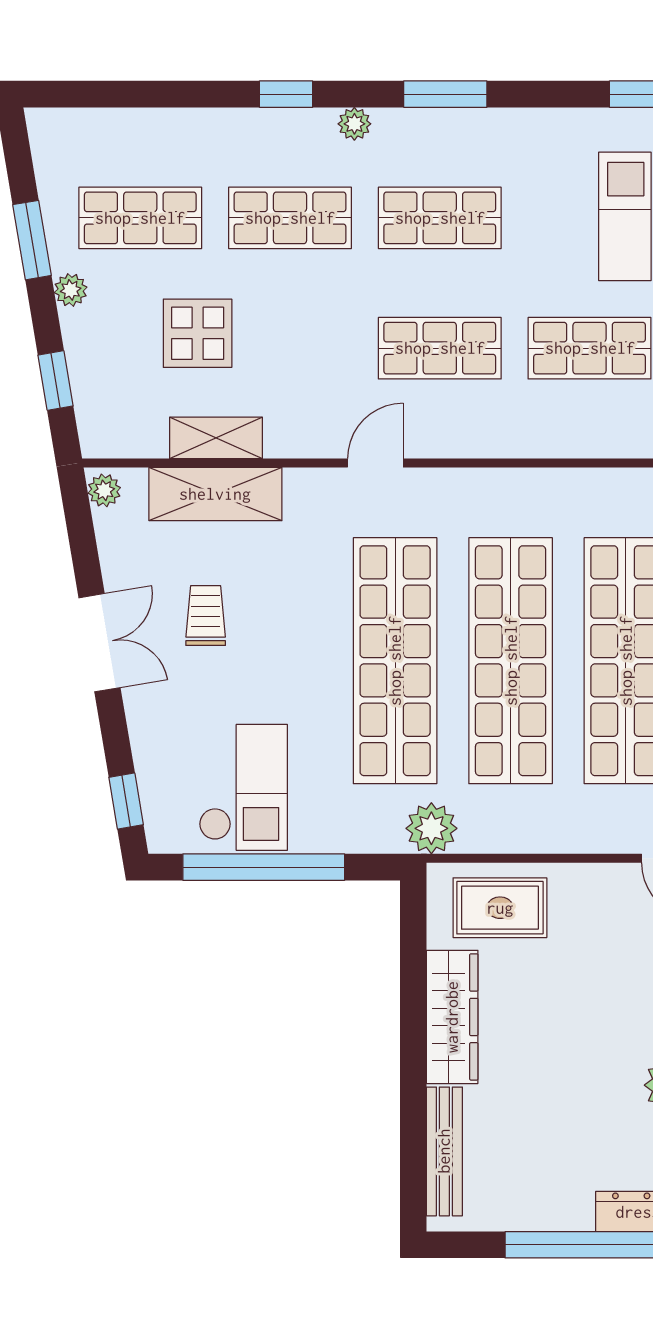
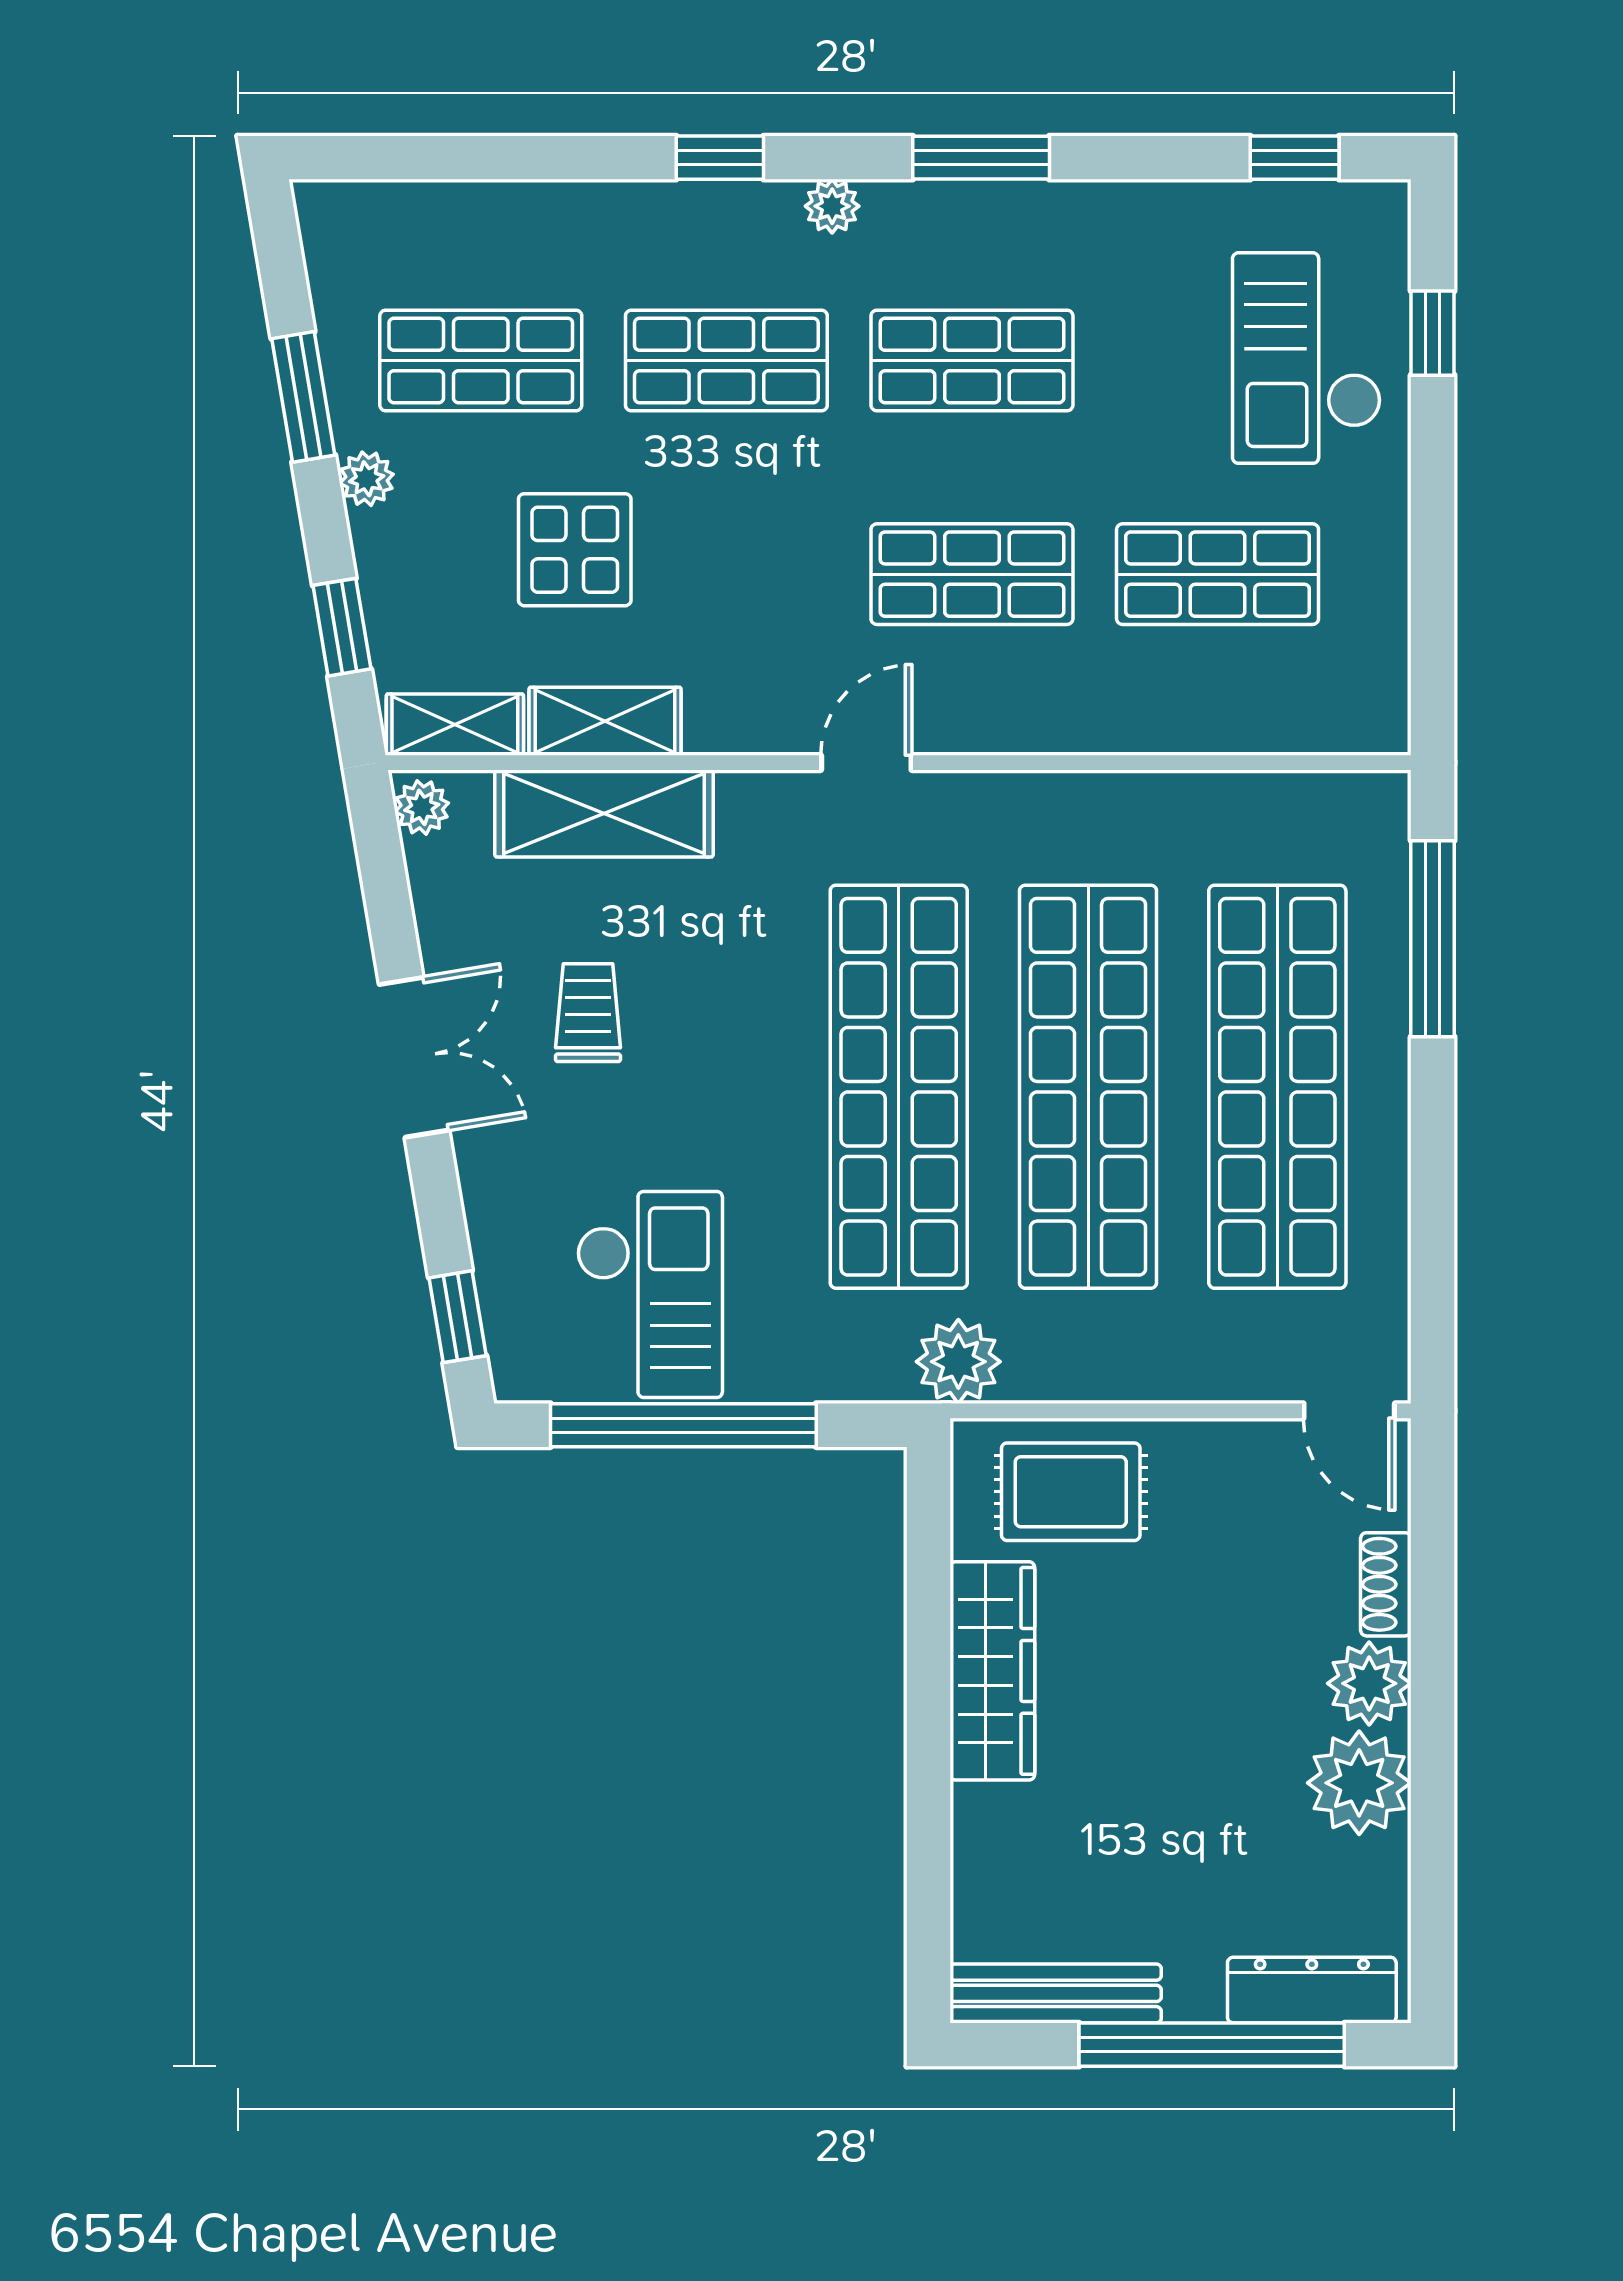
shelving: (124, 440) -> (455, 725), added
bench: (444, 1151) -> (1056, 1993), moved, turned 90

